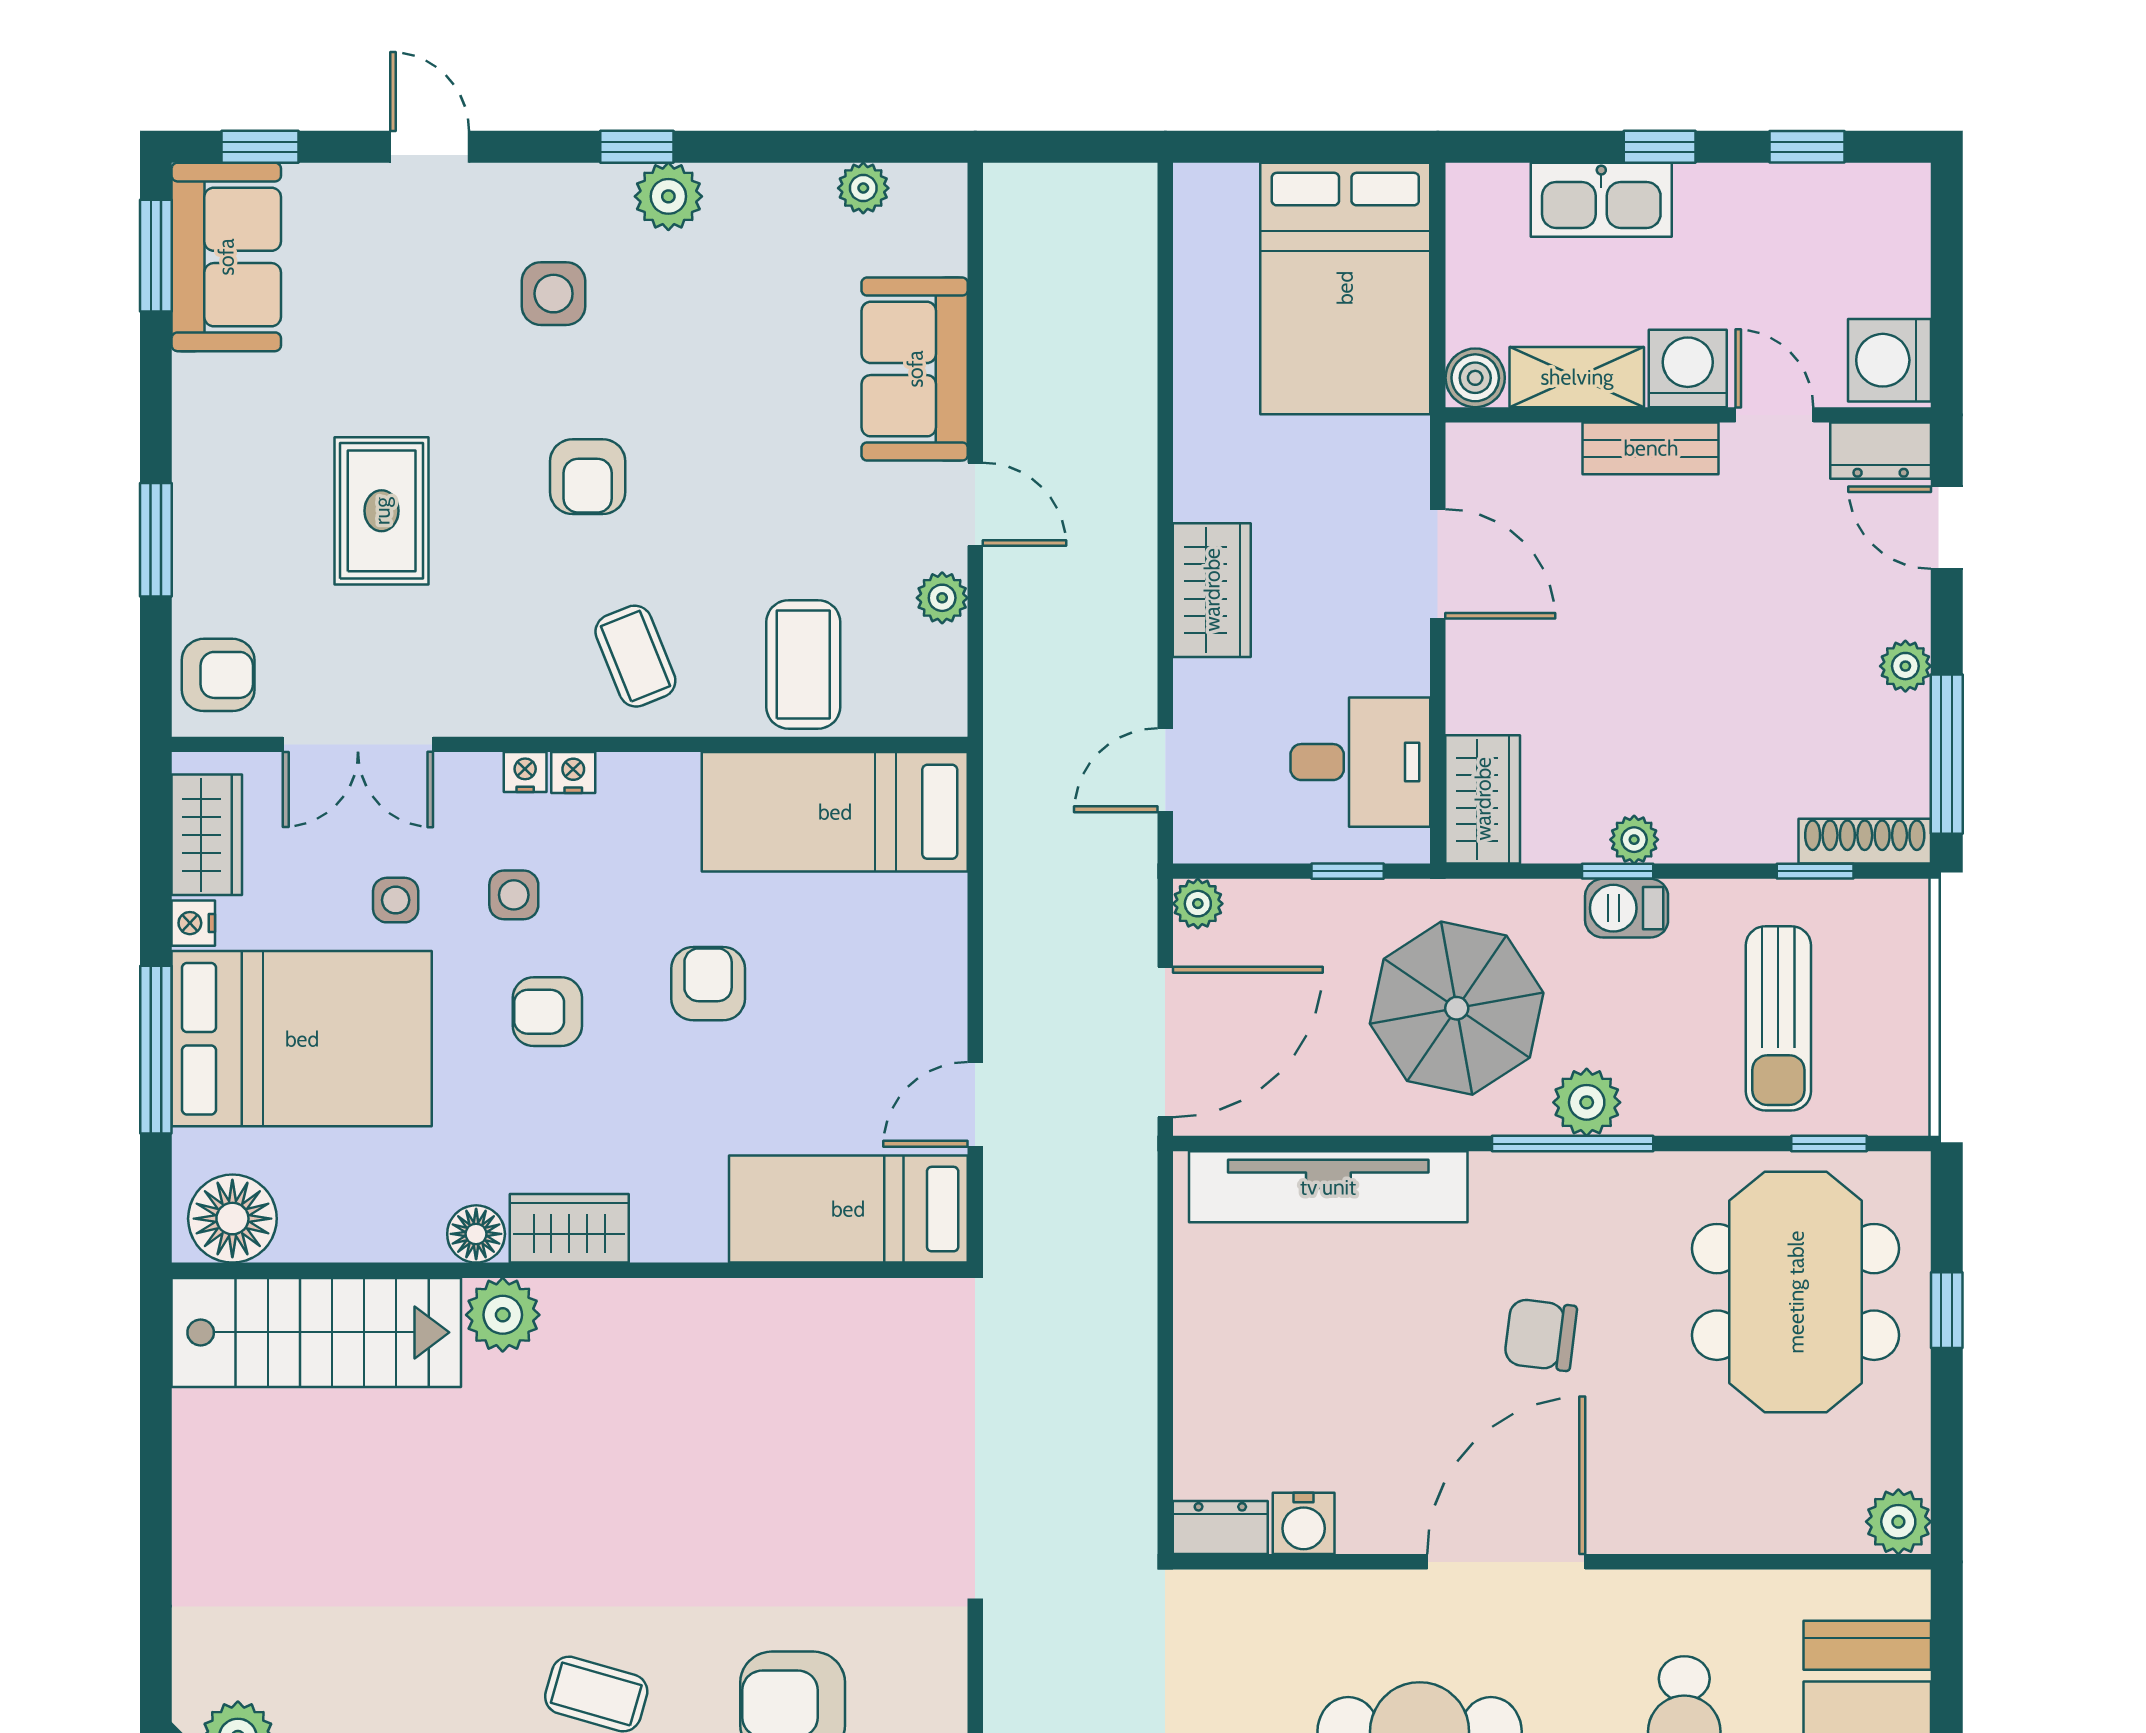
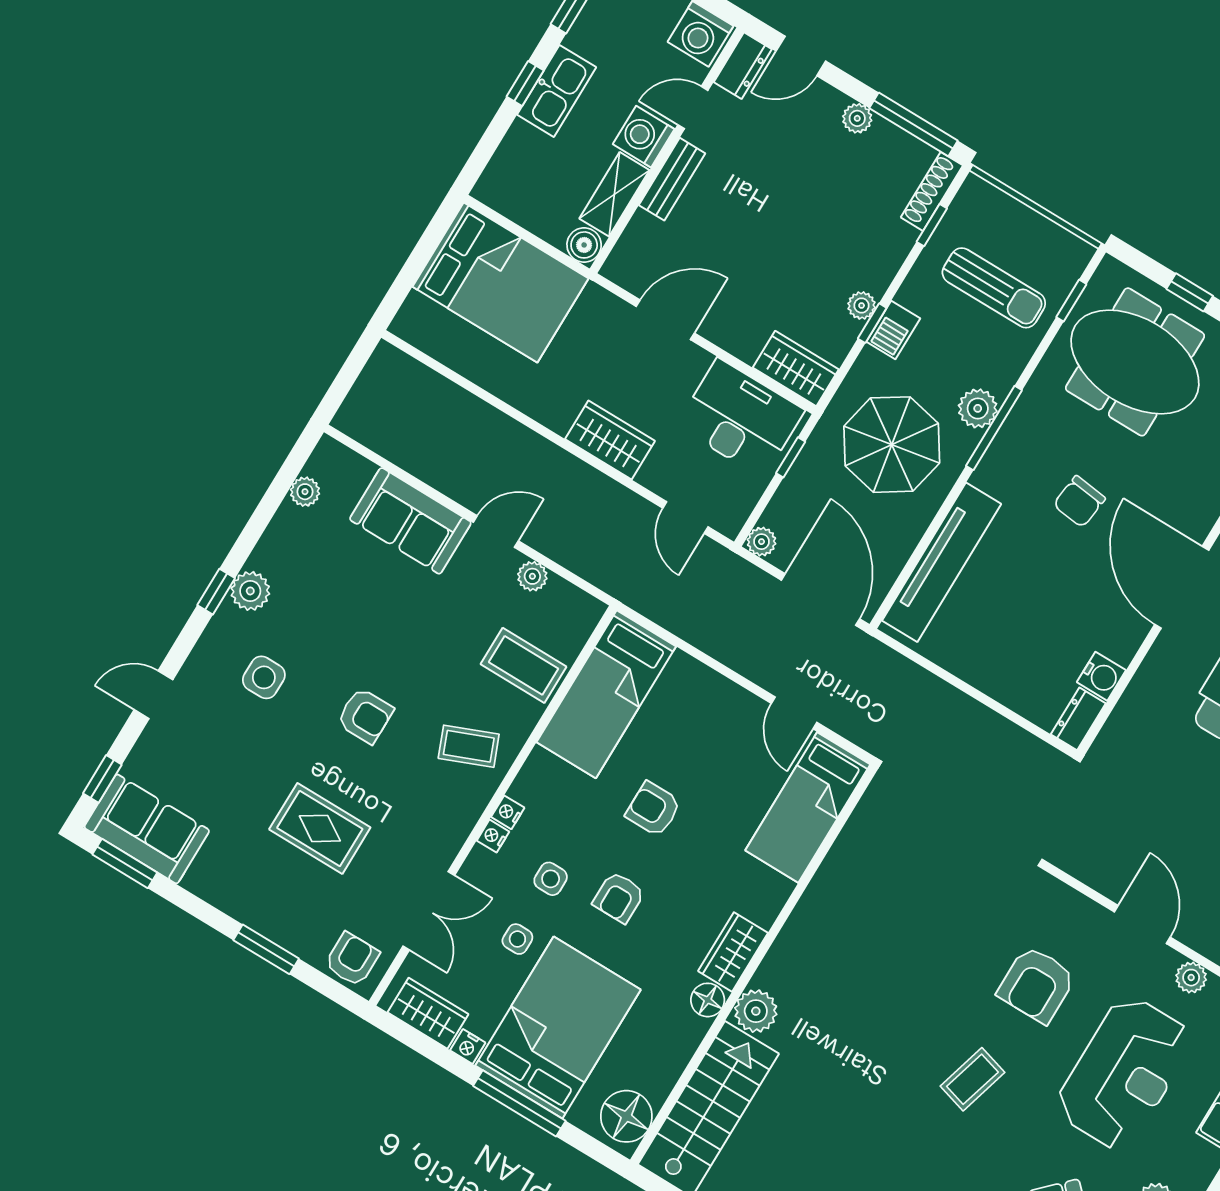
kitchen sink: (1601, 200) -> (557, 91), moved
desk: (1360, 762) -> (740, 418), width x1.37

